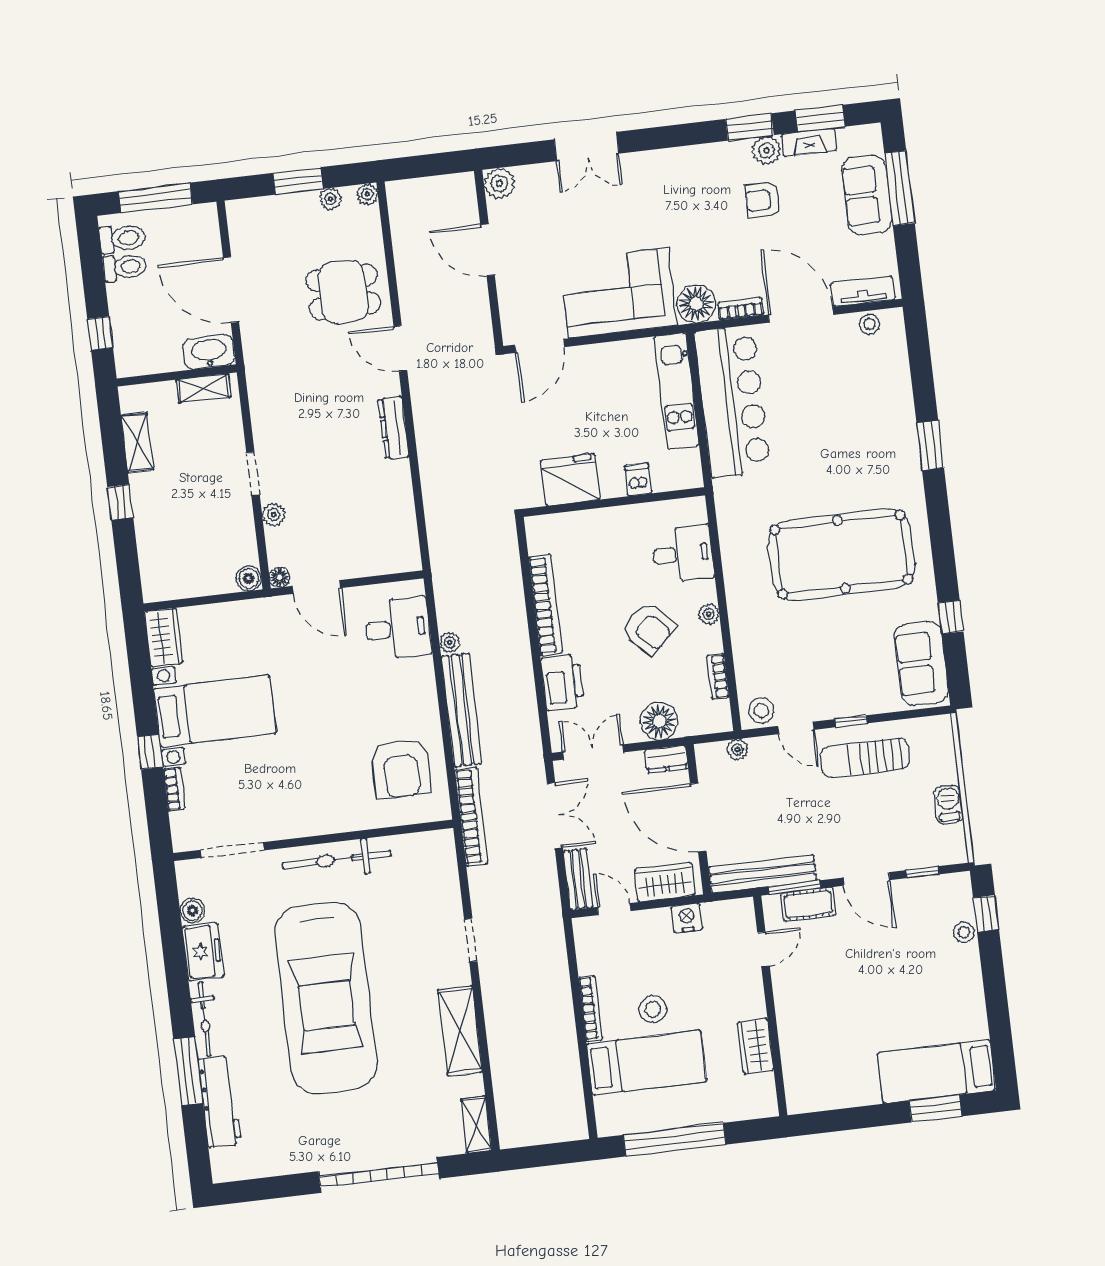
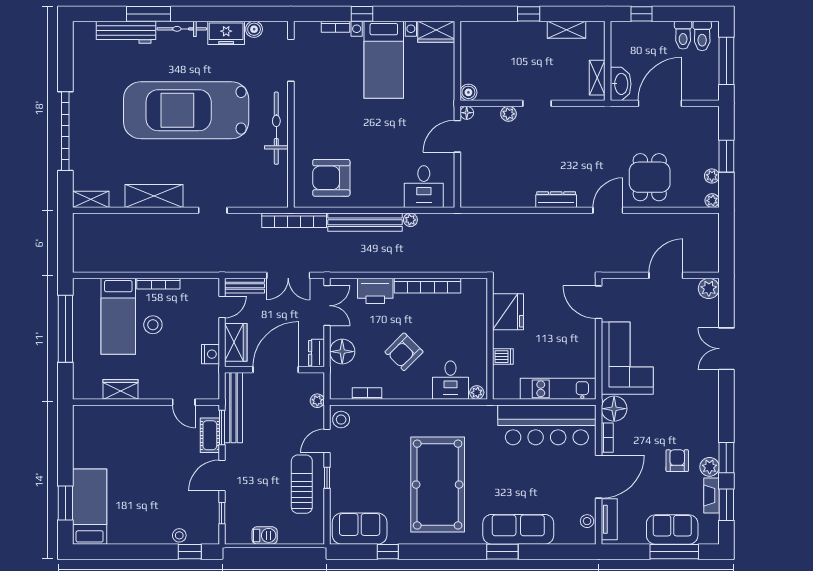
sofa: (894, 426) -> (518, 529), added
plant: (709, 614) -> (477, 393), moved

